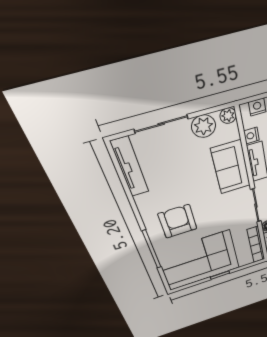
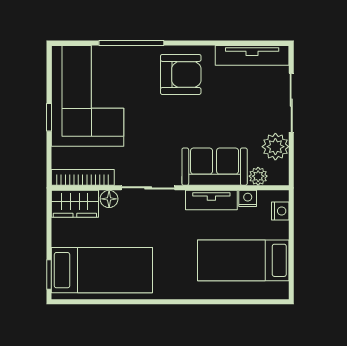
plant: (228, 116) -> (258, 176), moved
armchair: (178, 221) -> (181, 74), moved

